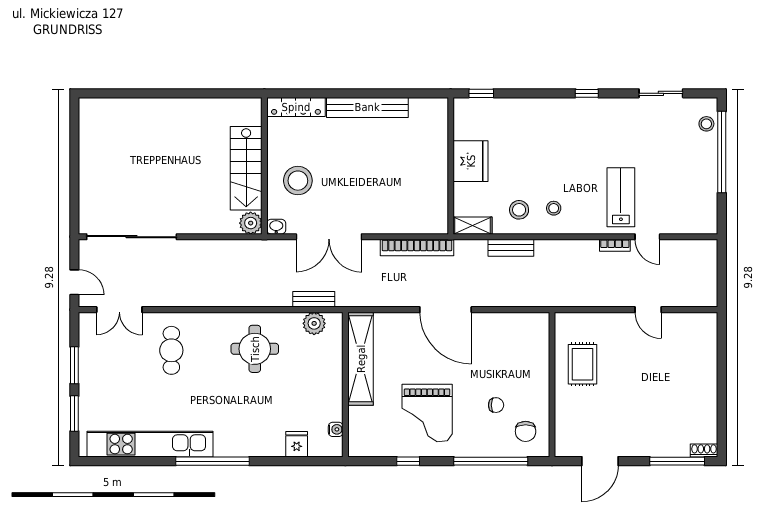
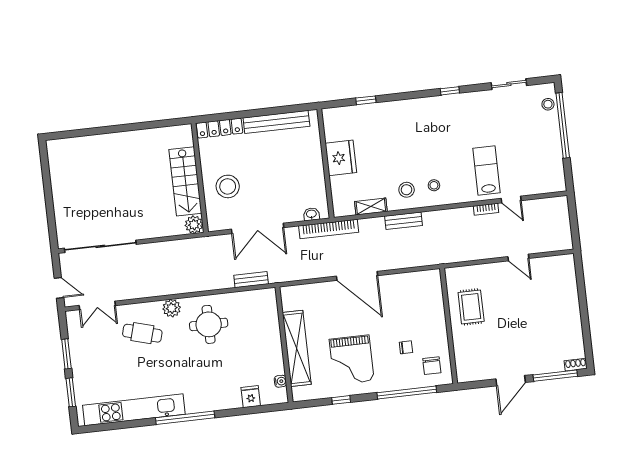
fridge: (471, 161) -> (341, 158), moved
wall: (451, 166) -> (326, 163), moved
washbasin: (276, 227) -> (311, 214), moved
plant: (314, 323) -> (172, 308), moved
cafe table: (171, 350) -> (142, 333), turned -74
shelving: (361, 359) -> (297, 348), moved
door: (600, 461) -> (511, 381), moved

